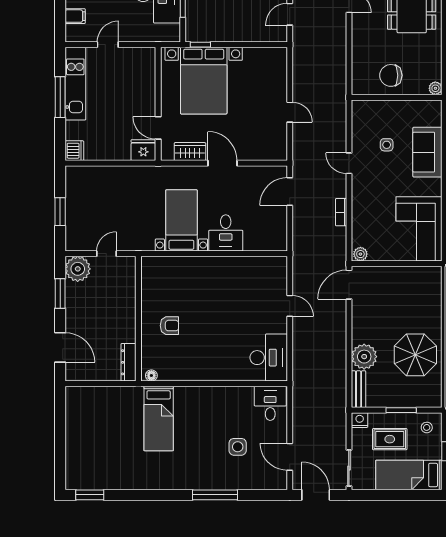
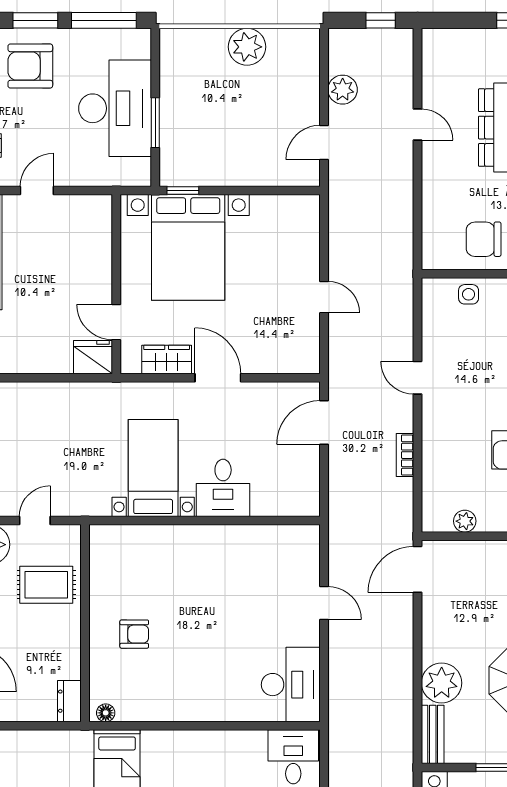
side table: (387, 145) -> (469, 294), moved
plant: (360, 254) -> (465, 521), moved
rug: (114, 294) -> (46, 585), added
dresser: (128, 362) -> (69, 701), width x0.70

